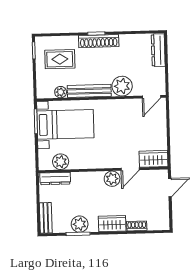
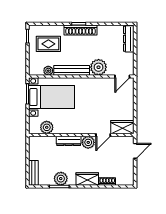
dresser: (55, 178) -> (69, 141), moved

